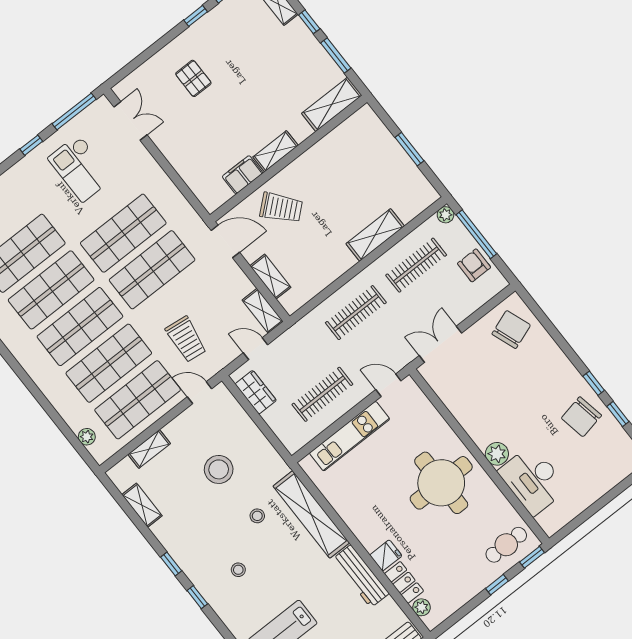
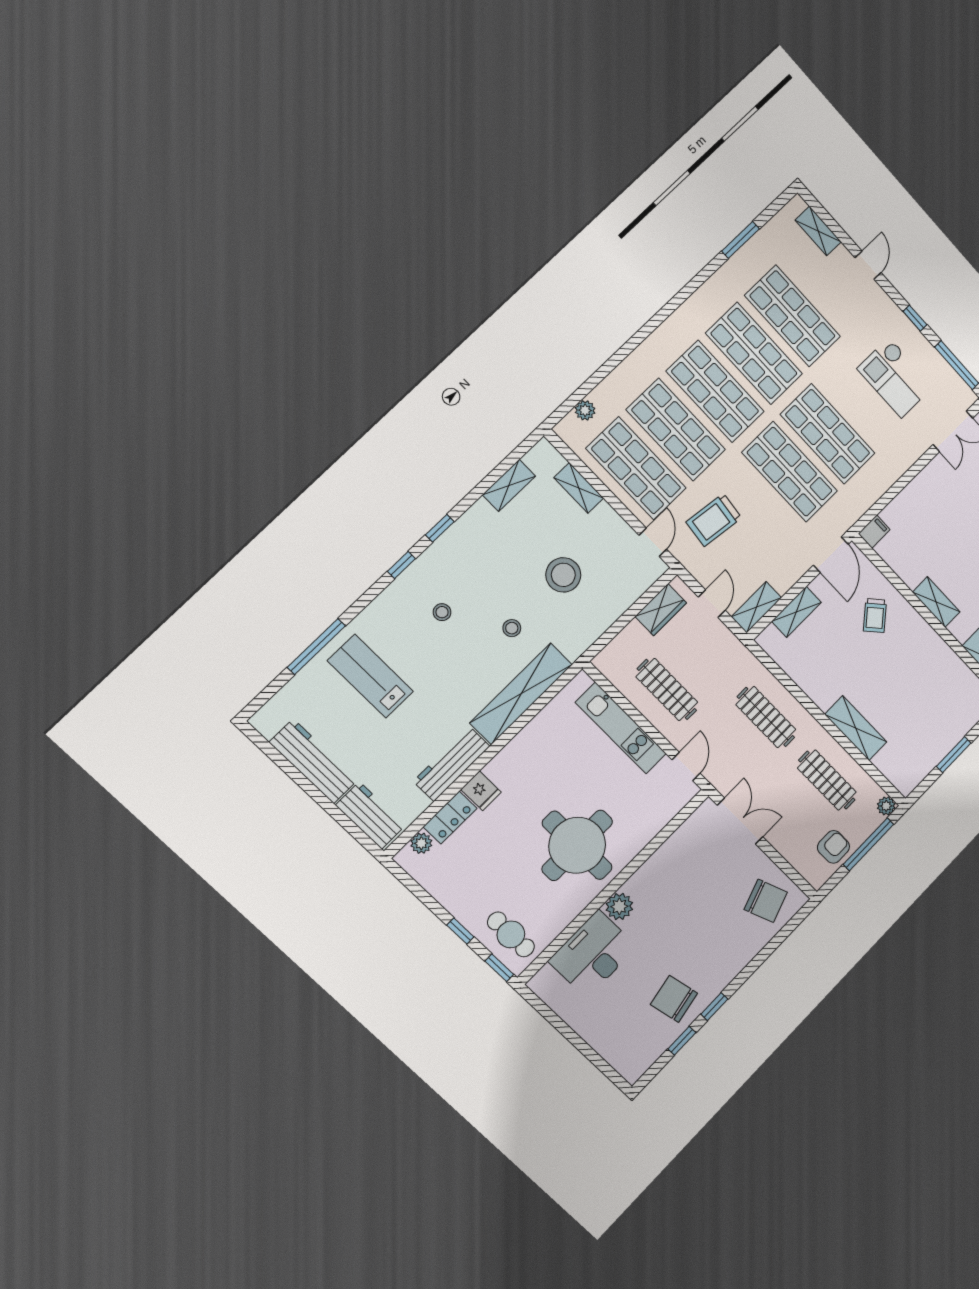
checkout: (81, 168) -> (895, 378), turned -90
filing cabinet: (243, 175) -> (874, 532), moved, width x0.50
trolley: (281, 208) -> (875, 616), width x0.73, depth x0.72

